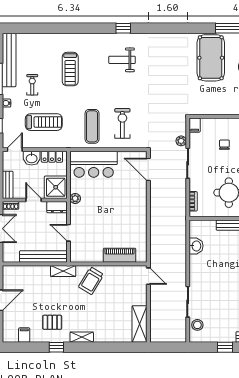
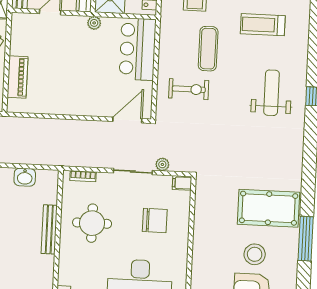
weight bench: (122, 60) -> (271, 93), width x1.36, depth x1.33
exercise mat: (92, 126) -> (208, 49), moved, turned 90
chair: (224, 145) -> (155, 220), width x1.87, depth x1.87

